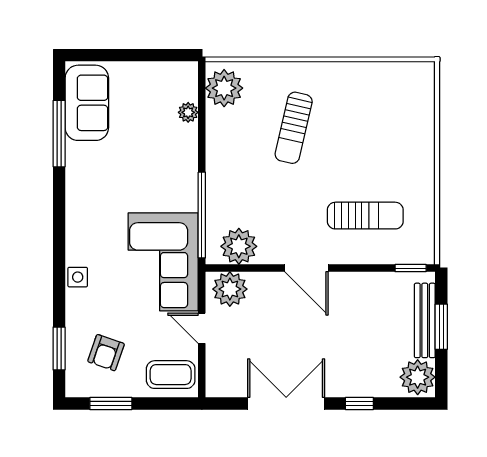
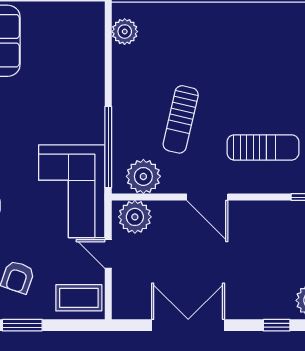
plant: (224, 88) -> (125, 32), width x0.73, depth x0.73
plant: (188, 112) -> (95, 50), removed
sun lounger: (294, 128) -> (181, 119), moved
window: (359, 403) -> (277, 325), moved

